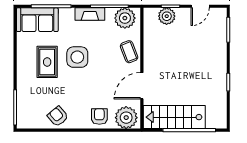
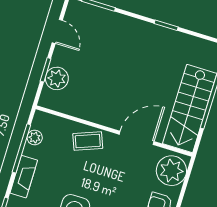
plant: (125, 18) -> (35, 137), width x0.53, depth x0.53
door: (142, 86) -> (137, 138), swing flipped

